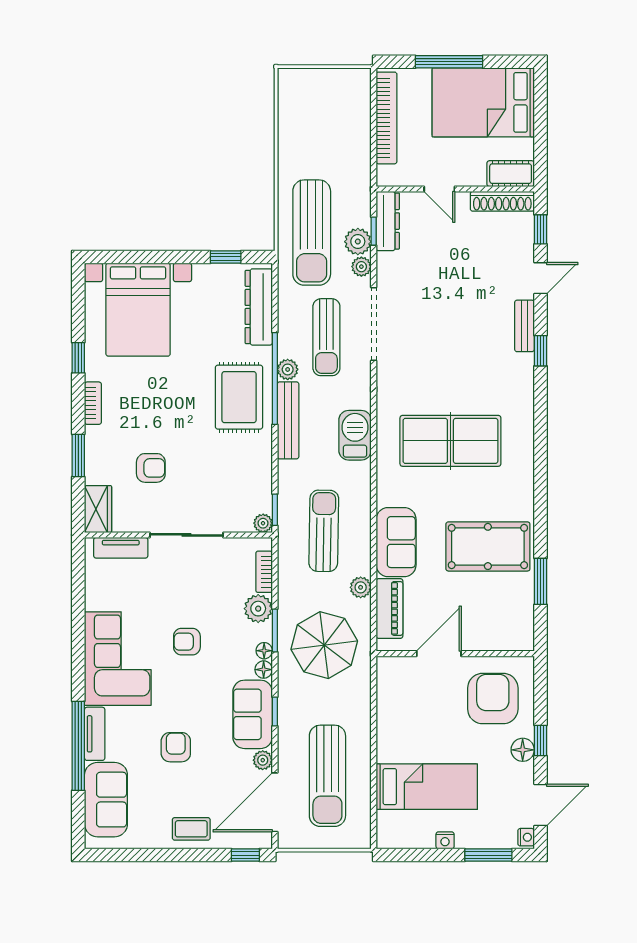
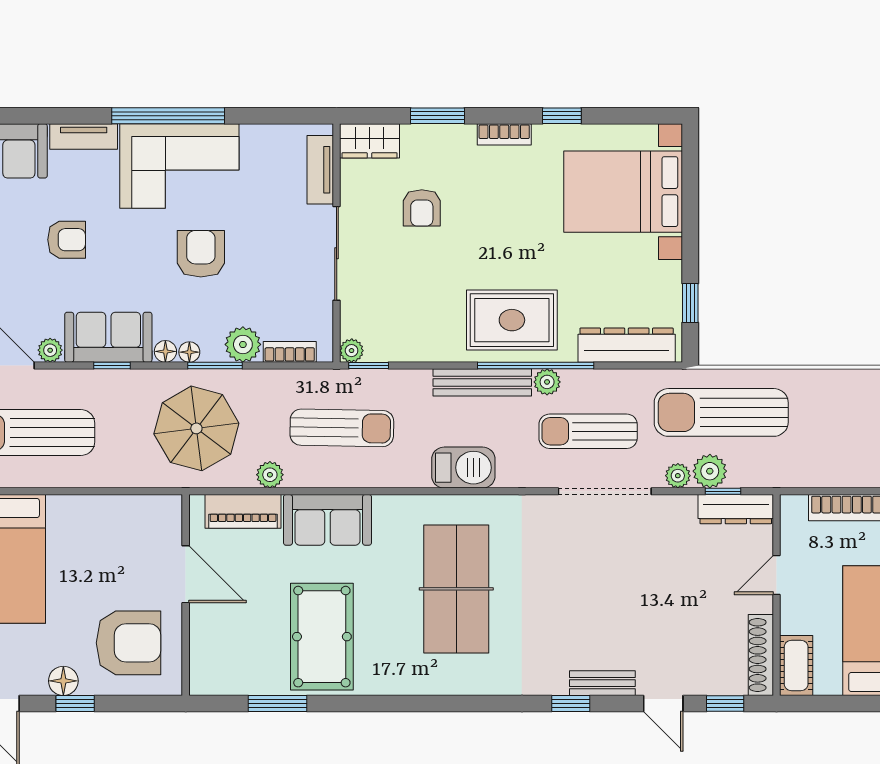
armchair: (187, 642) -> (201, 254), width x1.38, depth x1.38
window: (78, 746) -> (168, 116), moved

